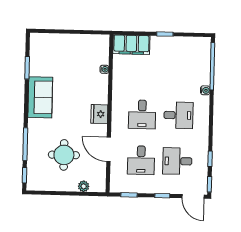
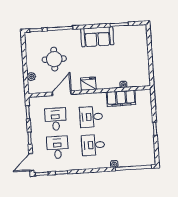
filing cabinet: (131, 45) -> (121, 98), moved, turned -90
desk: (178, 115) -> (93, 145), turned 90
desk: (141, 160) -> (56, 119), turned 90

